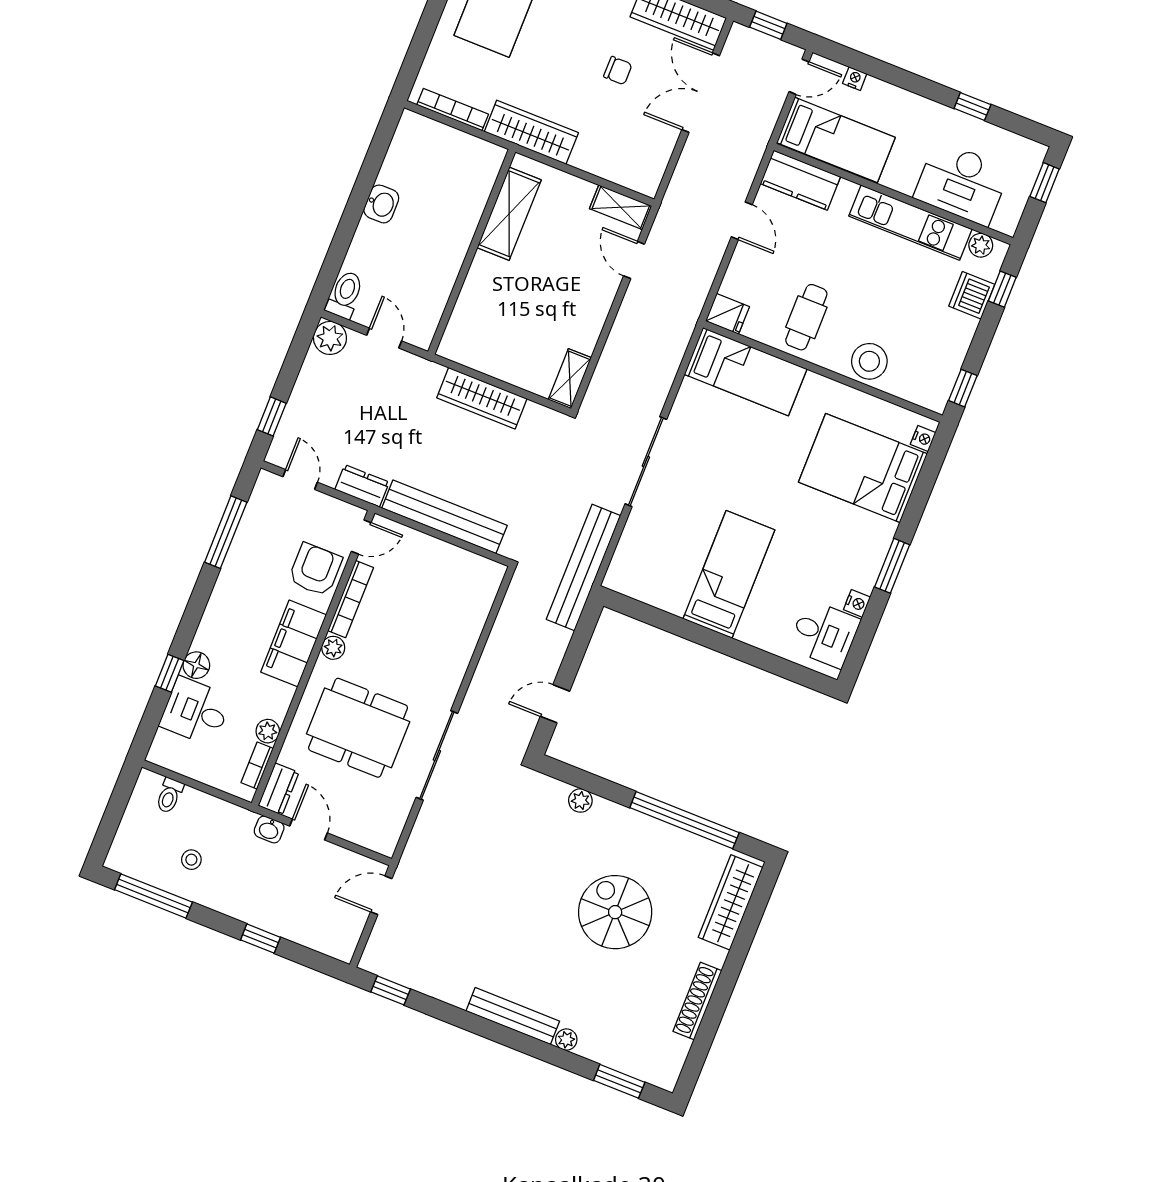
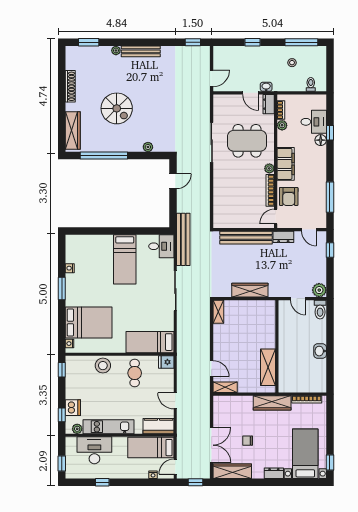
desk: (824, 634) -> (161, 246), moved, turned 180

